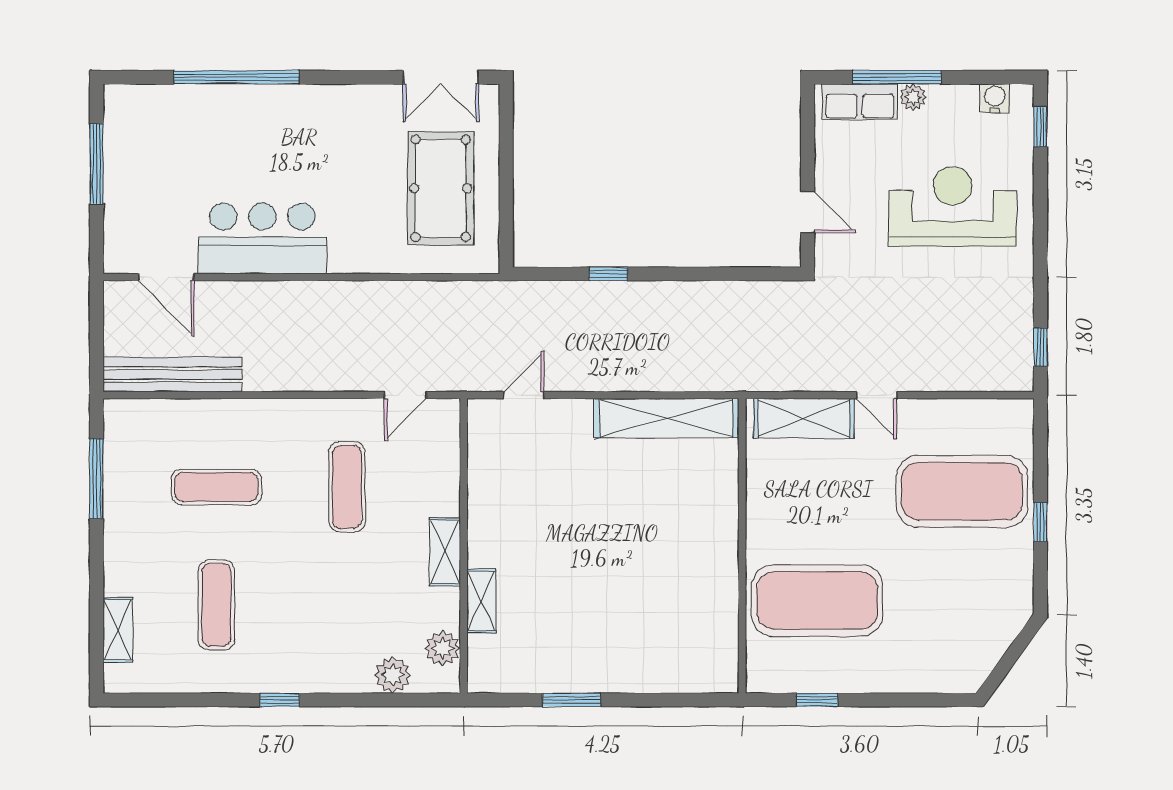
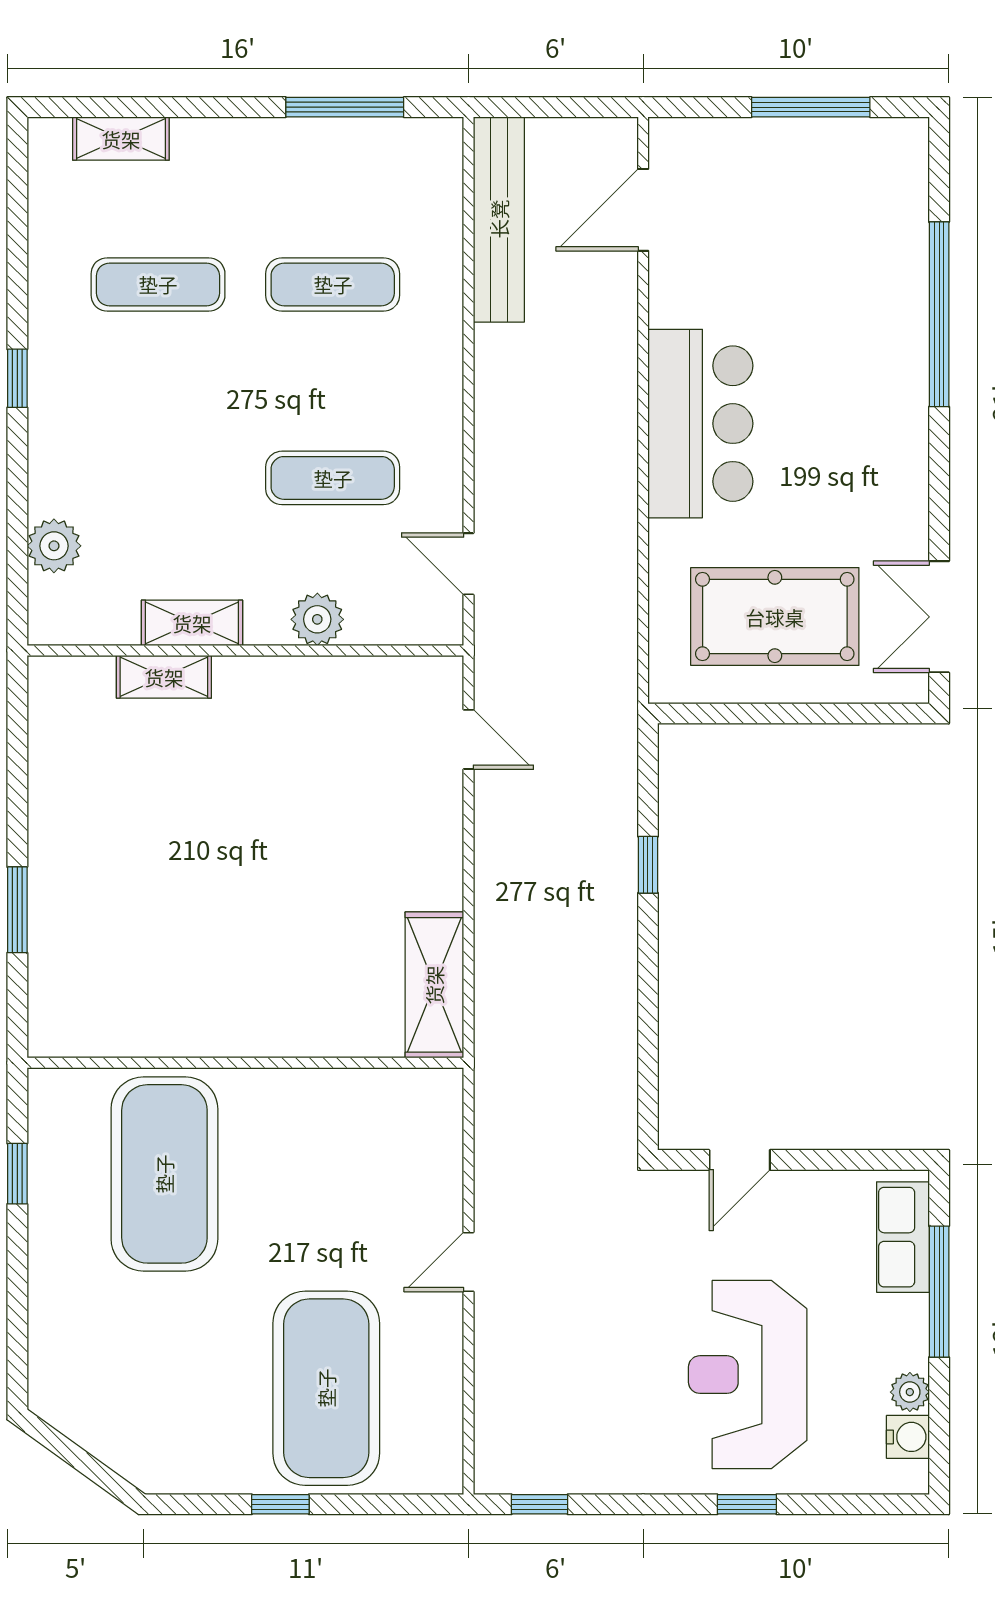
plant: (913, 97) -> (910, 1392), moved
window: (1040, 127) -> (747, 1504), moved
reception desk: (953, 207) -> (748, 1375), turned 180
bar counter: (262, 239) -> (700, 424), moved
shelving: (666, 418) -> (434, 985), width x0.68
shelving: (804, 418) -> (434, 1154), removed
exercise mat: (216, 487) -> (333, 284), turned 90
shelving: (445, 552) -> (192, 623), moved
plant: (443, 648) -> (317, 619), moved
window: (571, 700) -> (17, 910), moved

